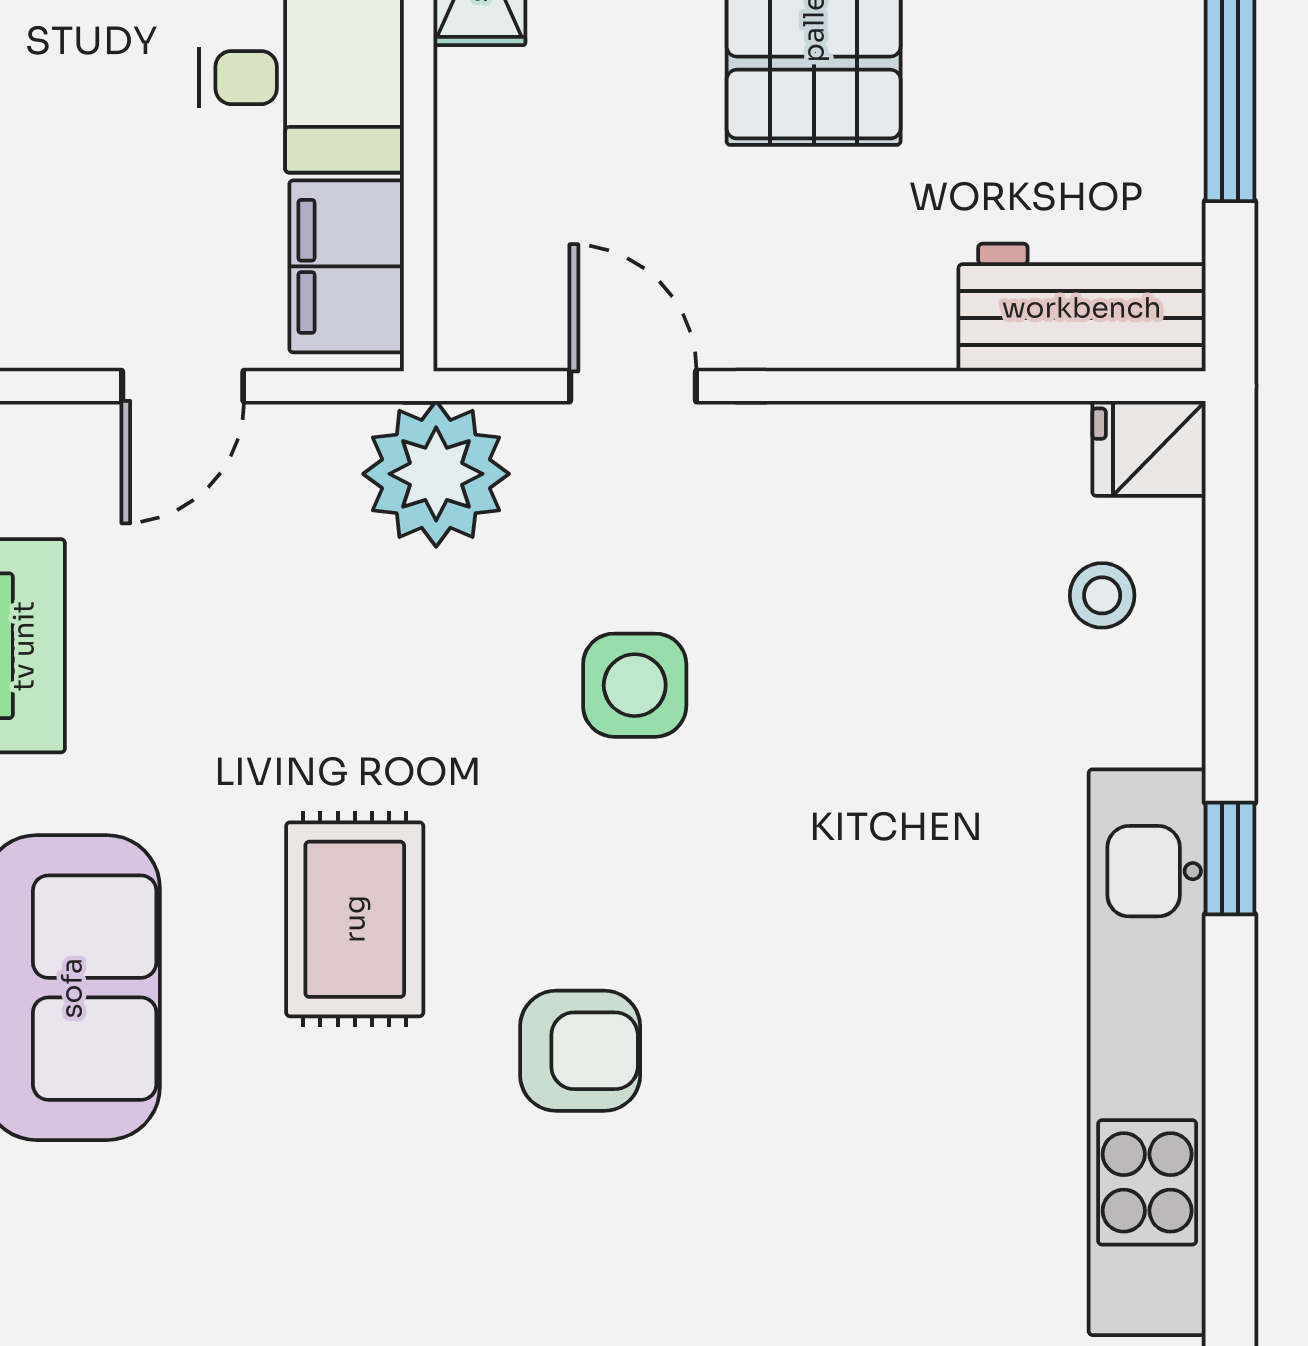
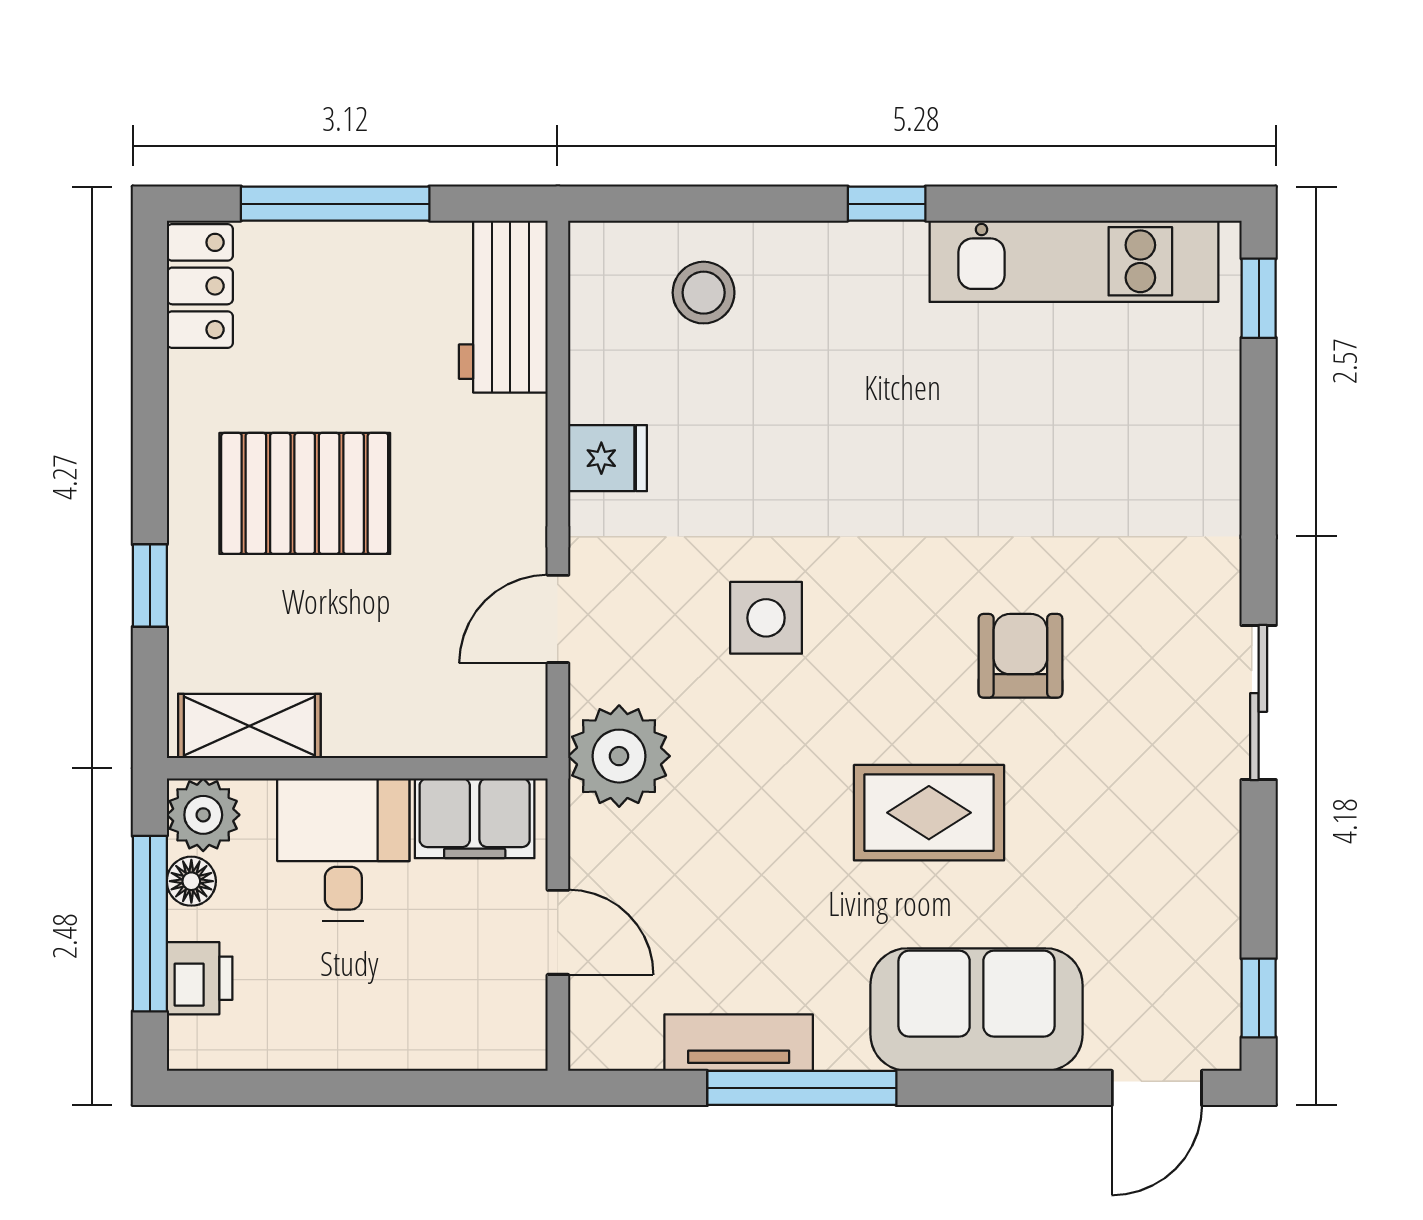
fridge: (1149, 448) -> (608, 458), moved, turned -90
stool: (1102, 595) -> (704, 293), width x1.37, depth x1.37
kitchen unit: (1147, 1052) -> (1074, 261), width x0.73

